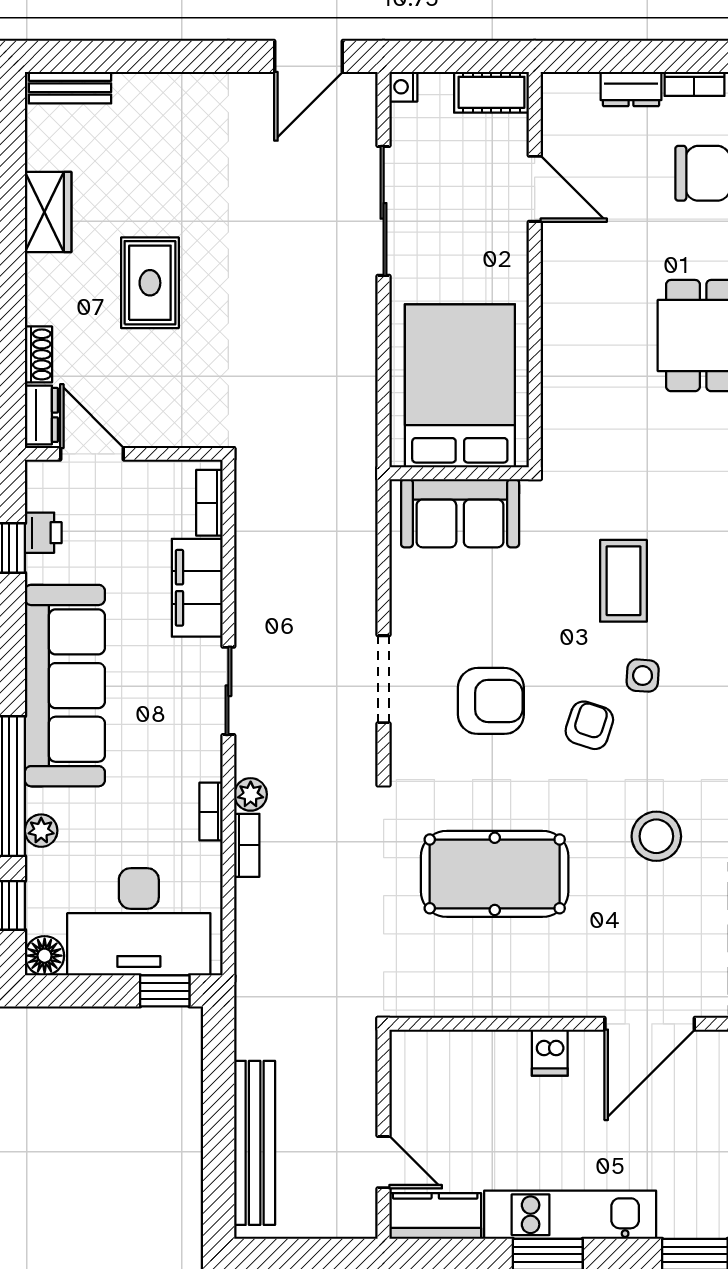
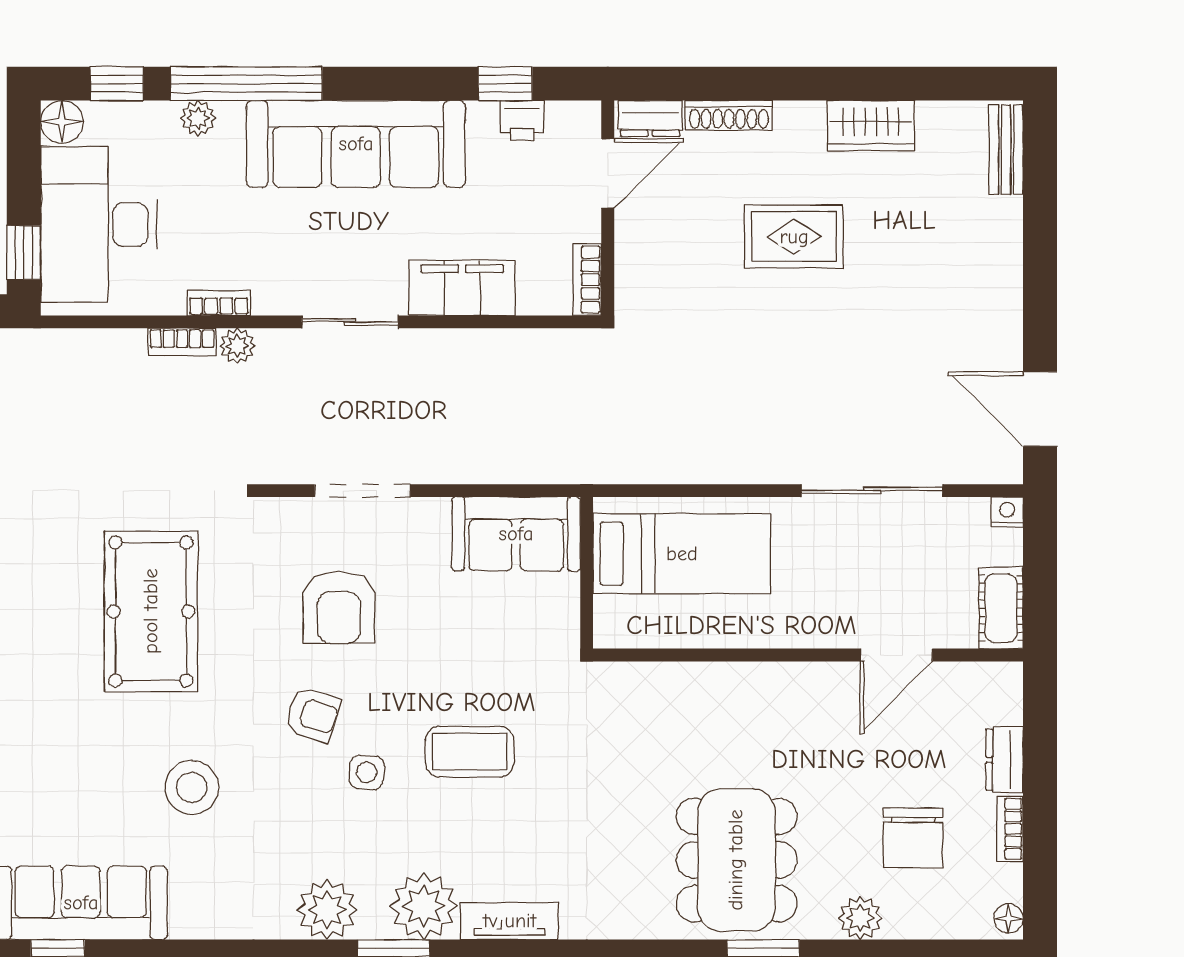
shoe rack: (38, 354) -> (729, 115), width x1.43
bed: (460, 386) -> (682, 554), width x0.67
bookcase: (209, 503) -> (587, 280), moved, turned -90
sofa: (460, 513) -> (516, 534), moved, turned -90

